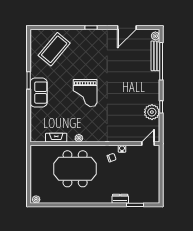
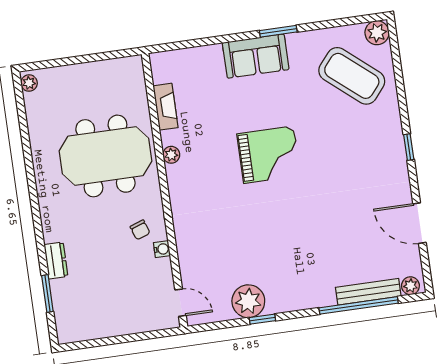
plant: (36, 35) -> (377, 33), added
grand piano: (85, 93) -> (269, 155), turned 180
meeting table: (75, 169) -> (105, 156), turned 90

